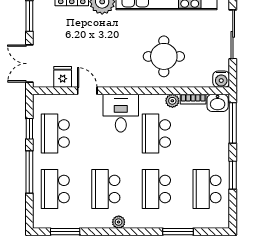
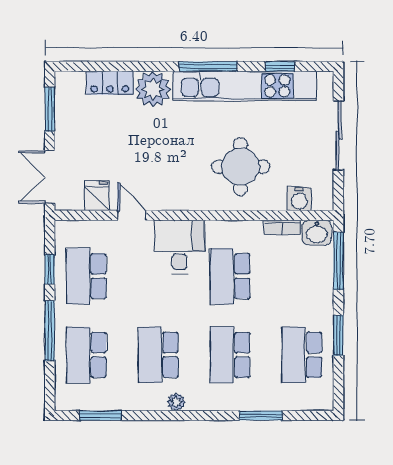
water cooler: (221, 79) -> (299, 199), moved
plant: (172, 101) -> (253, 230), removed

